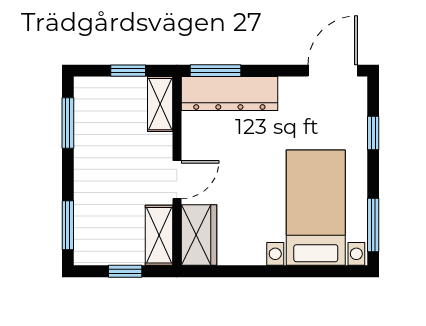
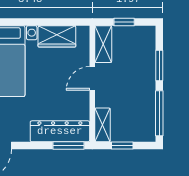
window: (68, 123) -> (159, 113), width x1.44
window: (68, 225) -> (159, 66), moved
wardrobe: (199, 235) -> (57, 36), moved, turned -90

